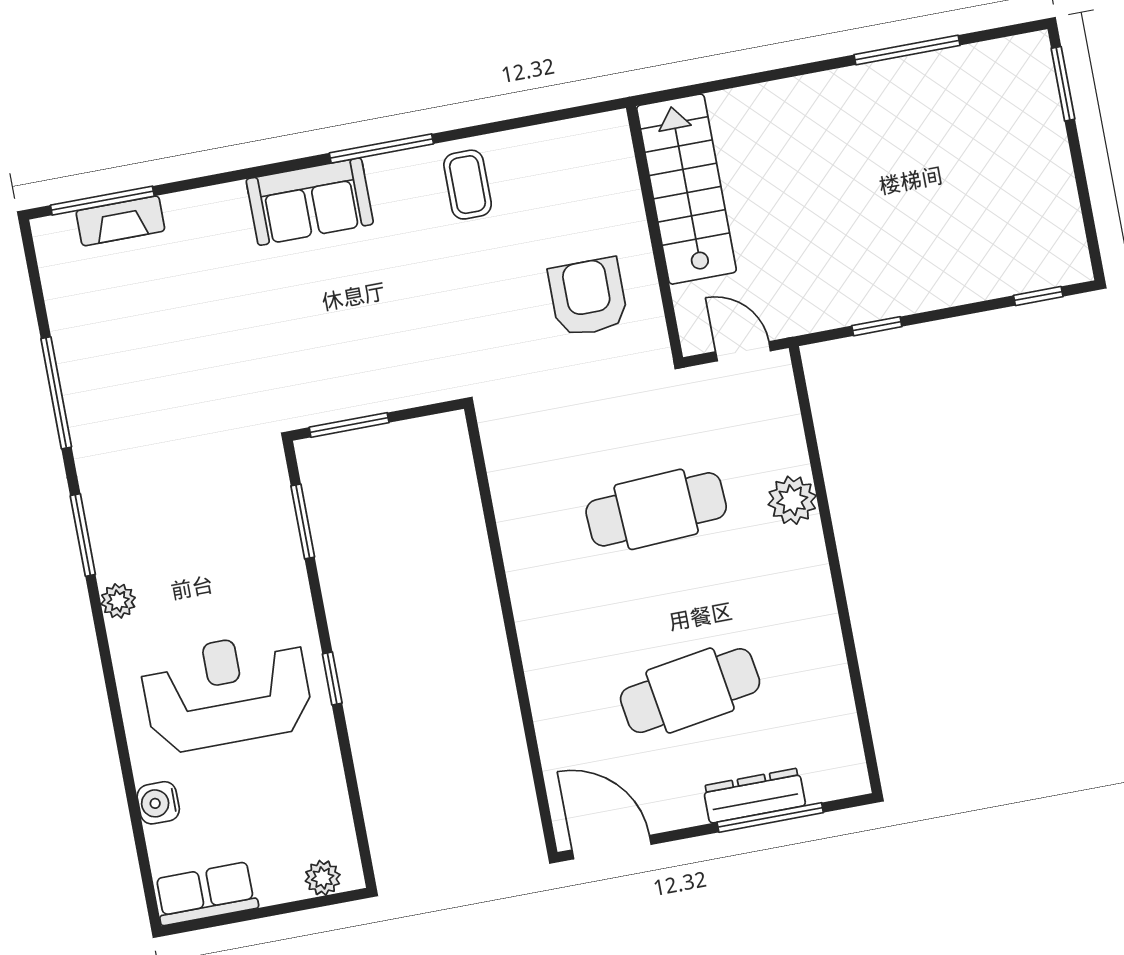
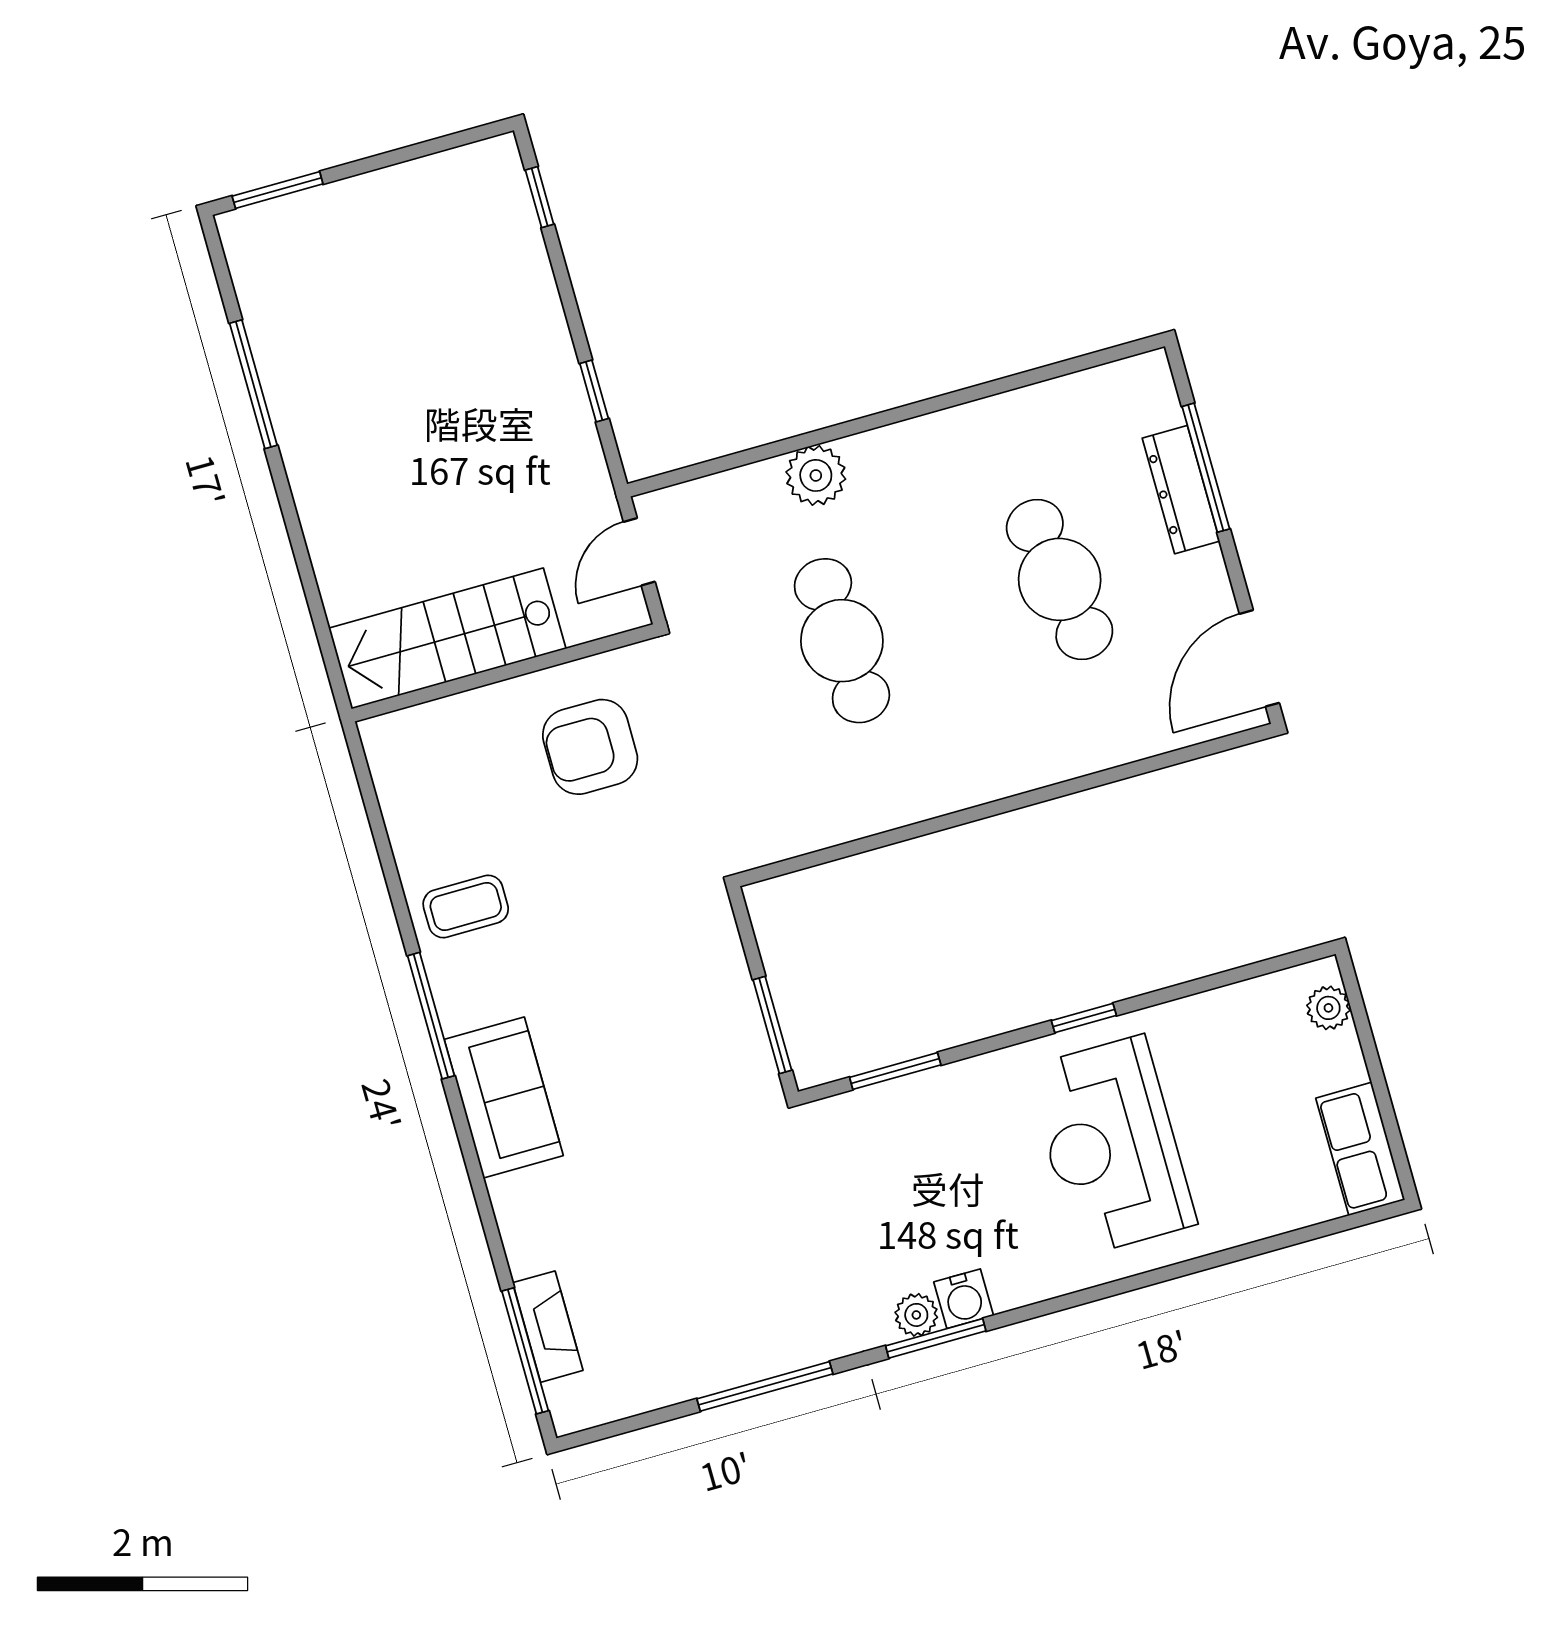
plant: (118, 601) -> (916, 1315), moved
water cooler: (158, 803) -> (964, 1299), moved

